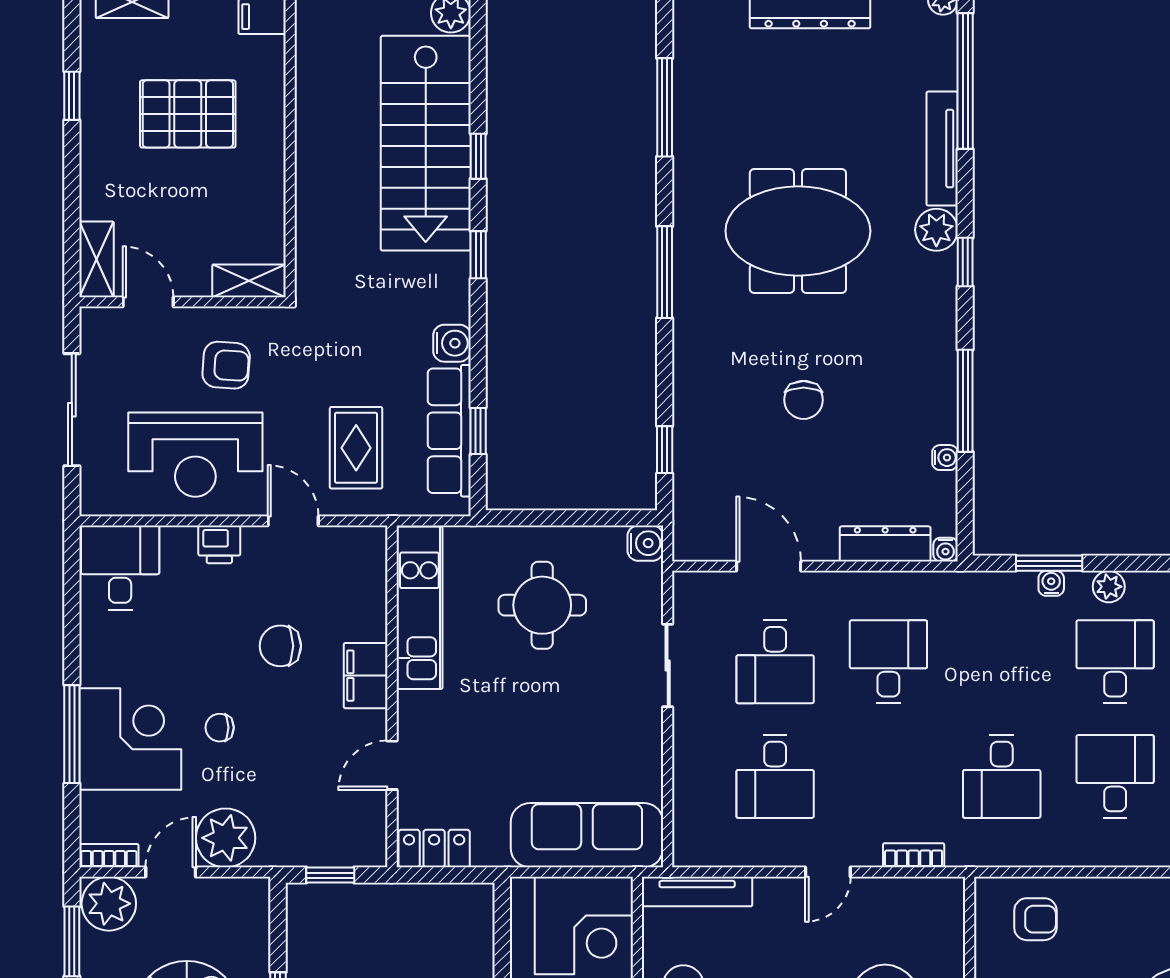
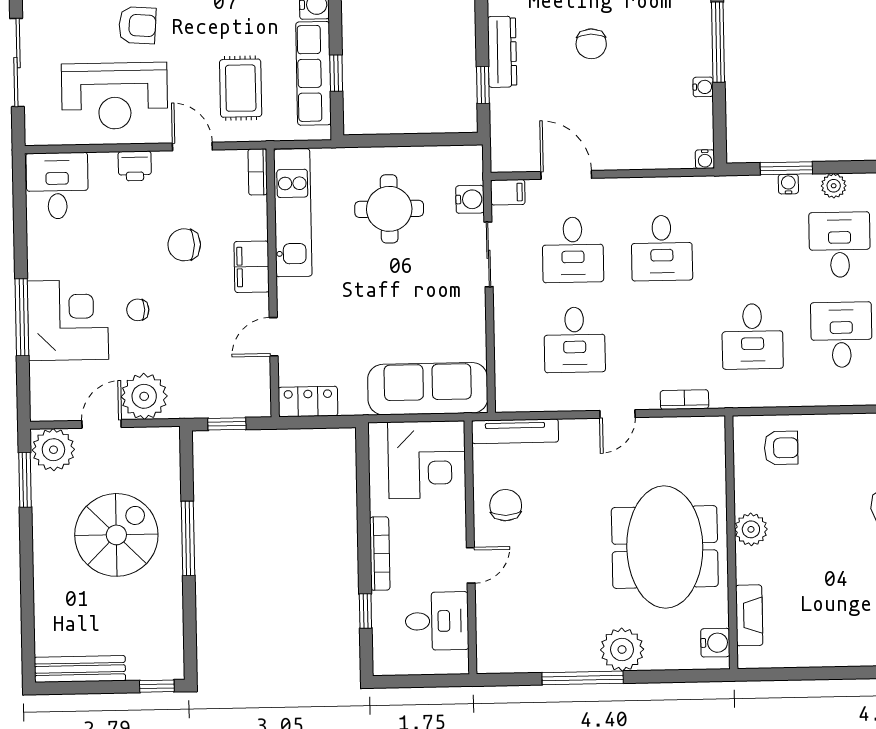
water cooler: (645, 543) -> (470, 199), moved
dresser: (885, 544) -> (502, 52), moved, turned 90
filing cabinet: (694, 587) -> (508, 192), added
desk: (888, 662) -> (662, 248), turned 180
bookcase: (109, 856) -> (258, 172), moved, turned -90

